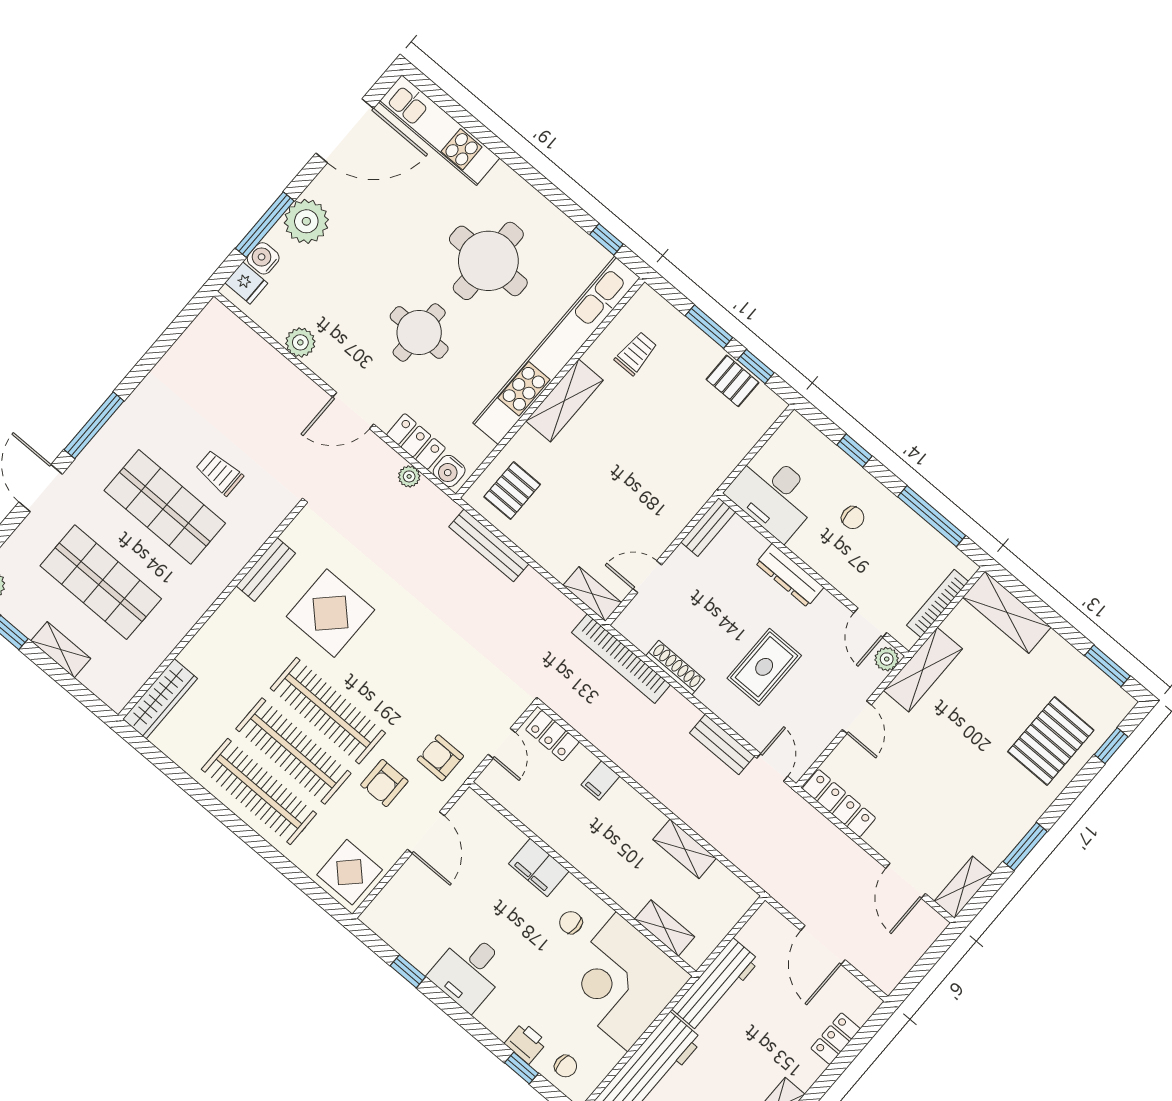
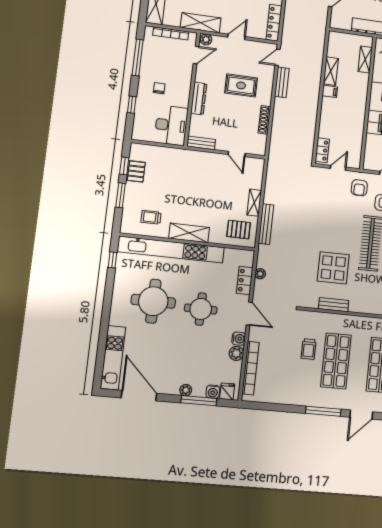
plant: (306, 221) -> (186, 390), width x0.53, depth x0.53
water cooler: (449, 471) -> (239, 339), moved
shelving: (592, 594) -> (254, 203), moved
bookcase: (621, 659) -> (251, 368), moved
filing cabinet: (600, 780) -> (330, 91), moved

